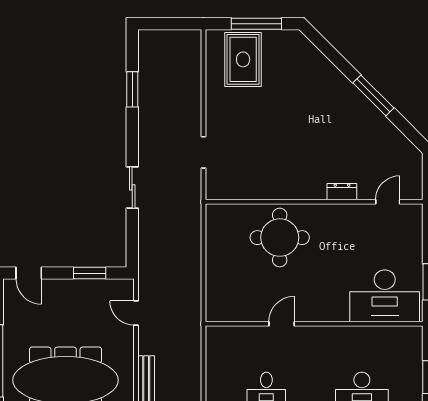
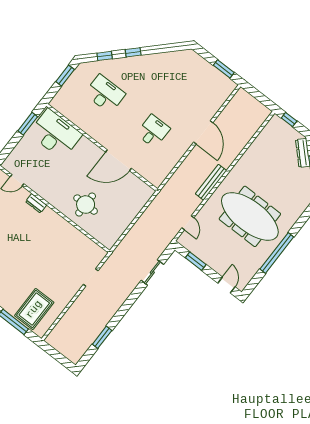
sliding door: (132, 187) -> (152, 272), moved
round table: (280, 238) -> (86, 205), width x0.73, depth x0.73
door: (282, 324) -> (118, 160), width x1.88

